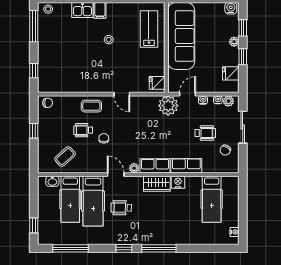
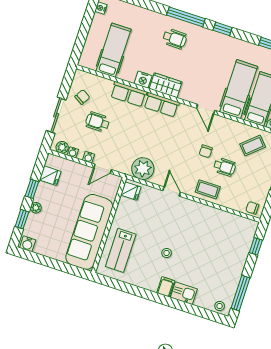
plant: (168, 106) -> (143, 169), moved
plant: (134, 168) -> (184, 110), removed
wheelchair: (121, 208) -> (175, 39), moved

